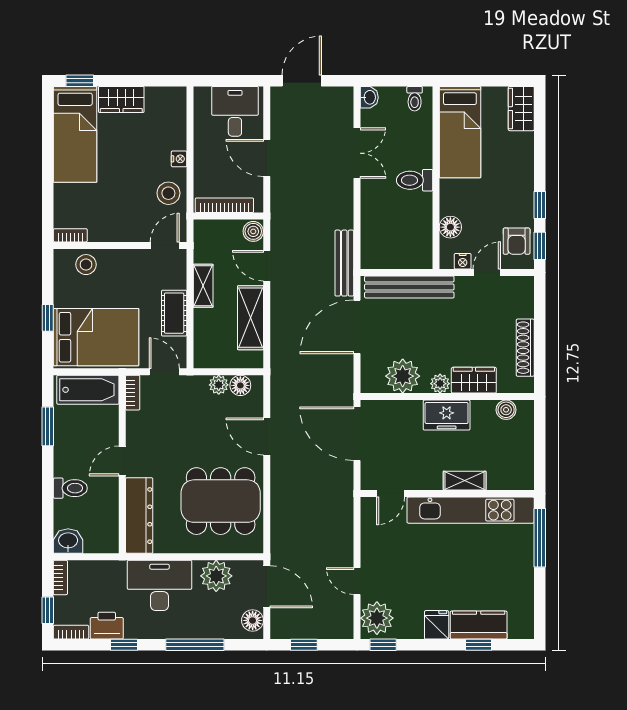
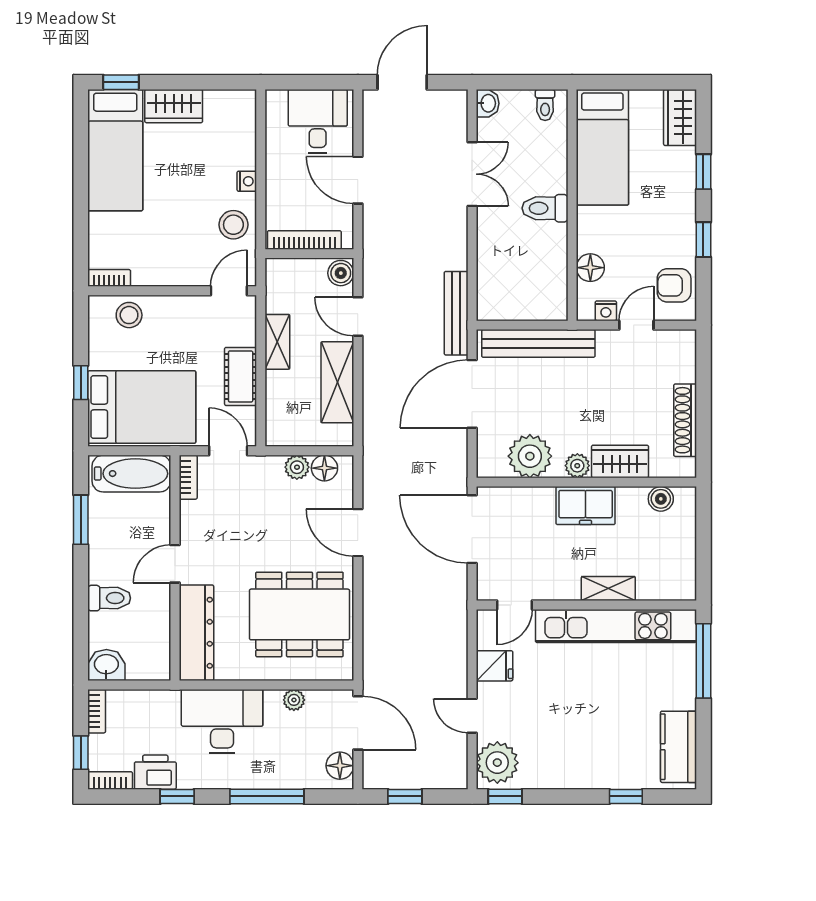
armchair: (517, 241) -> (674, 285), turned 90
window: (540, 246) -> (703, 172), moved
plant: (216, 576) -> (294, 700), width x0.53, depth x0.53
fridge: (437, 625) -> (495, 666), moved, turned 90
kitchen counter: (479, 625) -> (678, 747), moved, turned -90

